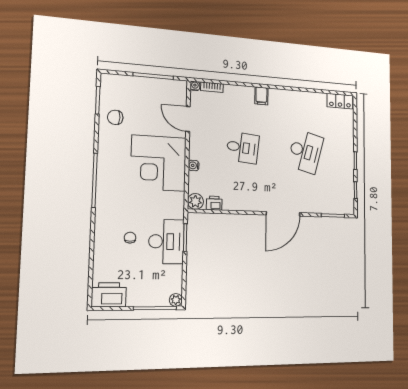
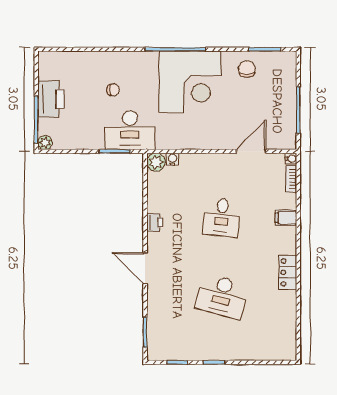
filing cabinet: (261, 96) -> (286, 218), moved
locker: (340, 101) -> (288, 272), moved
corner desk: (159, 163) -> (190, 82), moved, turned 180
water cooler: (194, 165) -> (173, 159), moved
printer: (214, 203) -> (155, 223), moved
door: (283, 214) -> (145, 268), width x0.73
desk: (166, 242) -> (130, 130), moved
printer: (109, 295) -> (51, 99), moved

